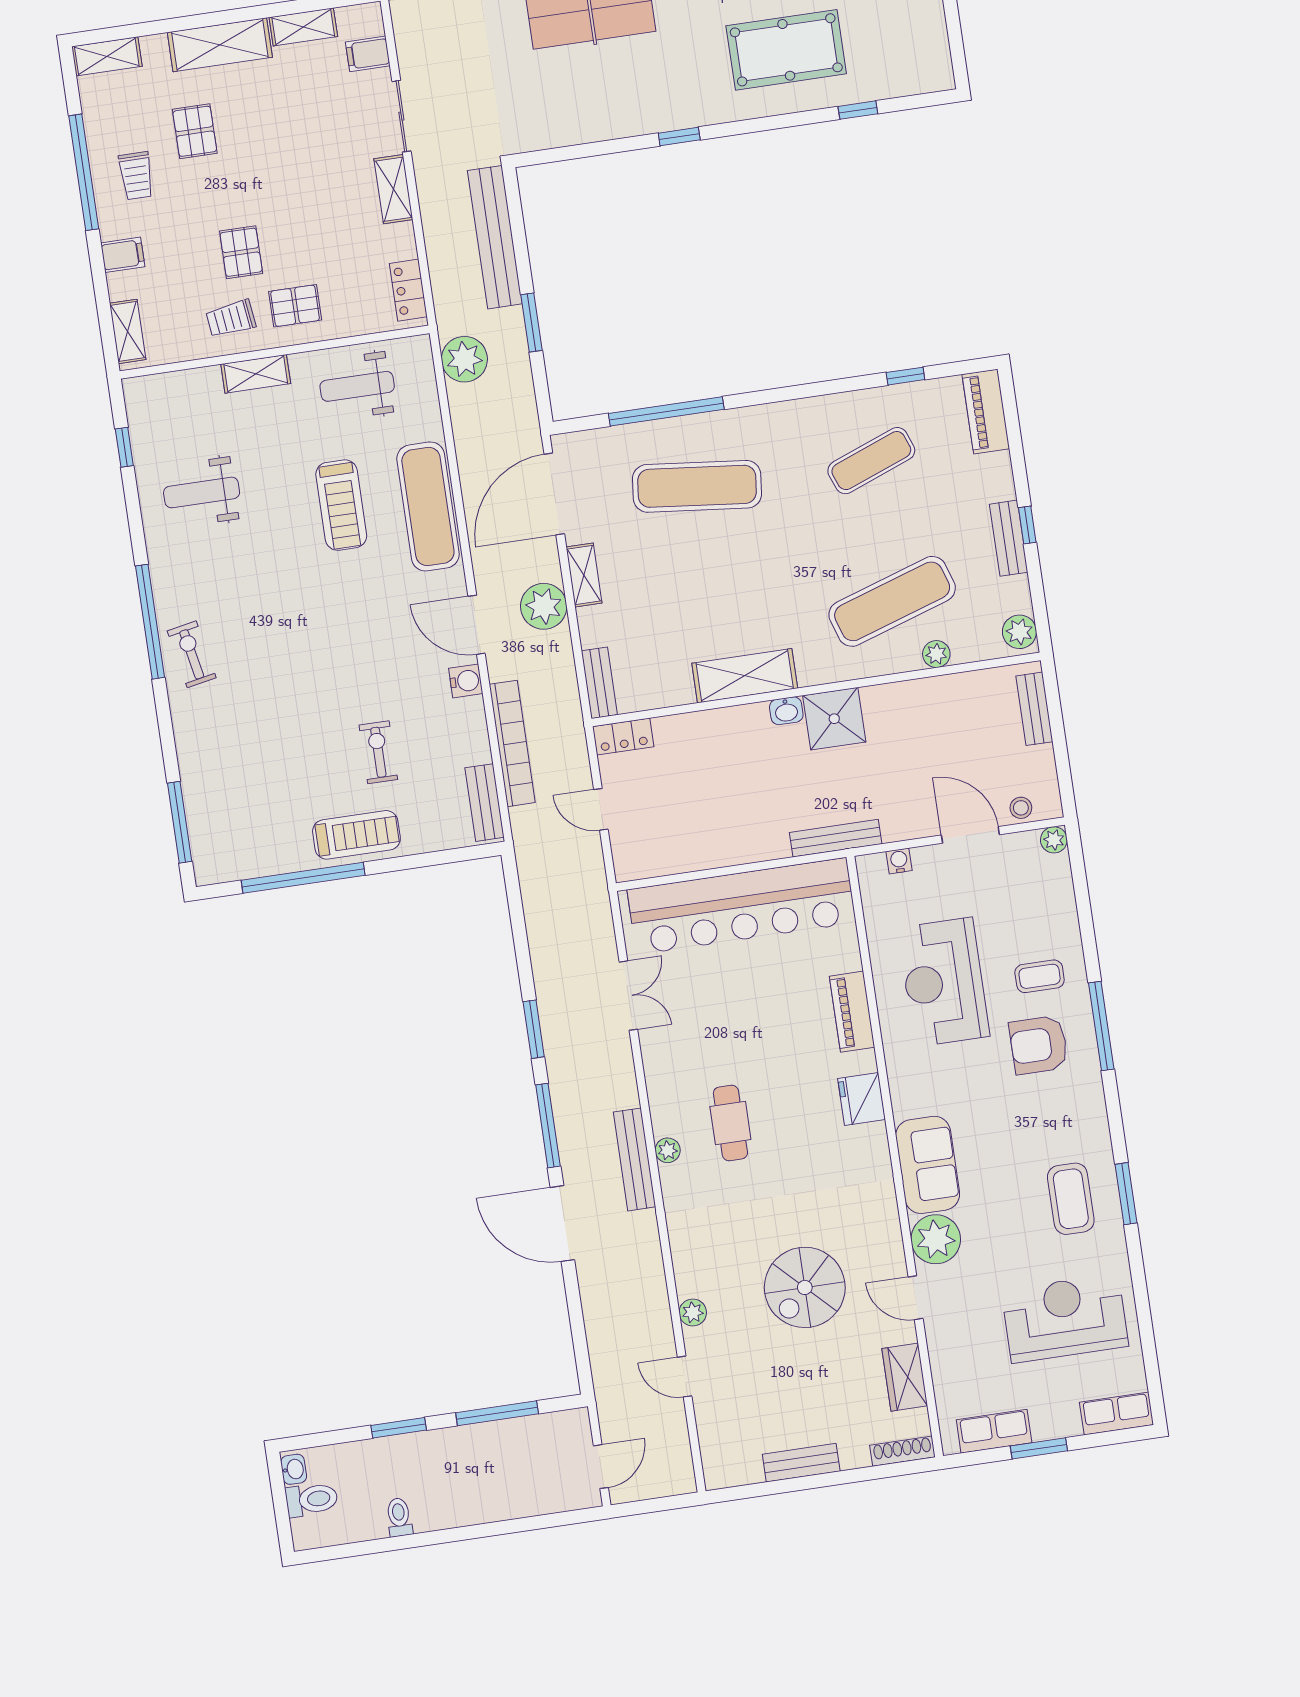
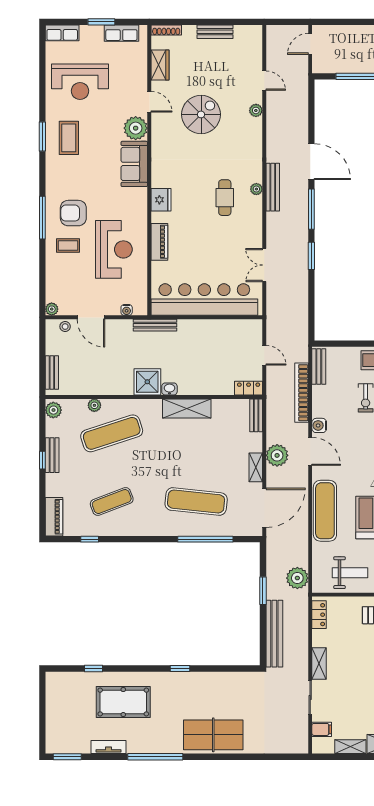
armchair: (1039, 1045) -> (73, 213), turned 180

